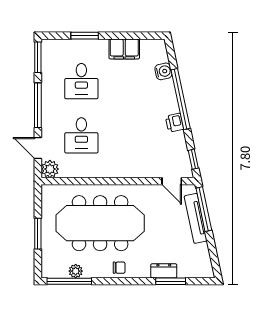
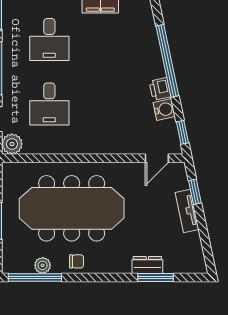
water cooler: (163, 71) -> (164, 109), moved
door: (172, 181) -> (157, 158), hinge flipped
window: (204, 209) -> (195, 192), width x0.46
tv unit: (196, 218) -> (187, 211), width x0.71
chair: (119, 268) -> (77, 261), moved

